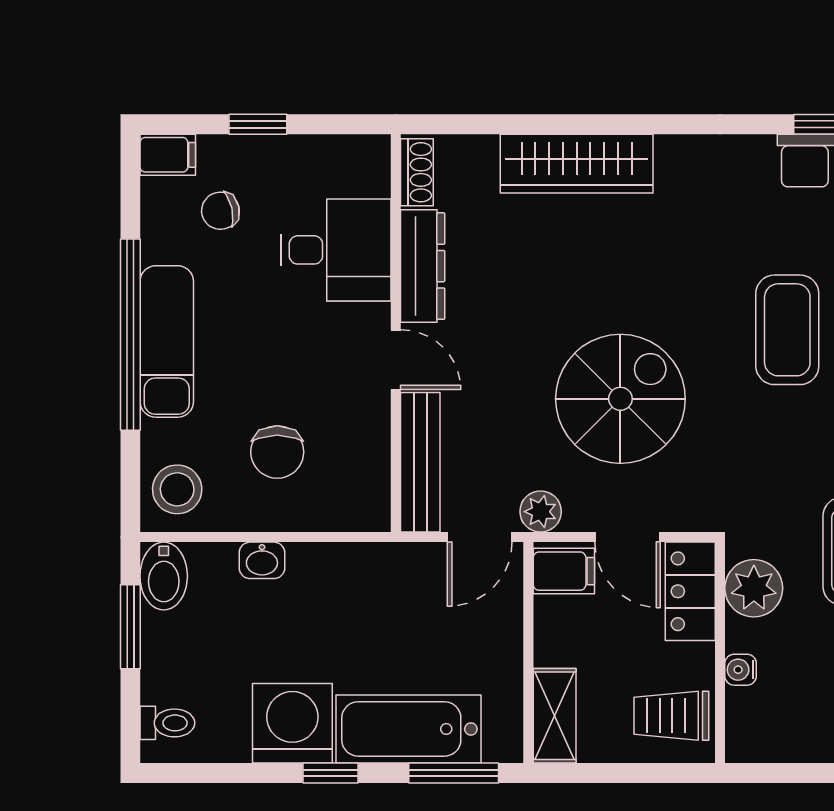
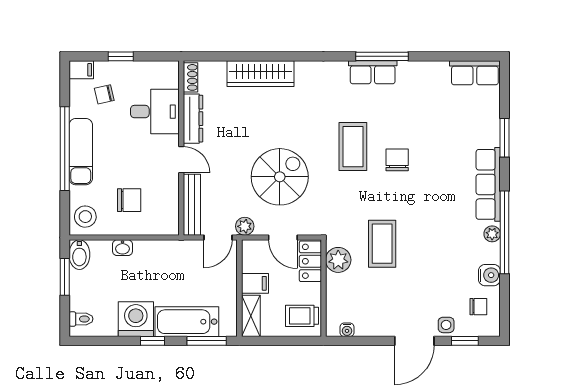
chair: (277, 452) -> (129, 200), turned -90
filing cabinet: (564, 571) -> (255, 283), moved
water cooler: (741, 670) -> (347, 330), moved, turned -90

